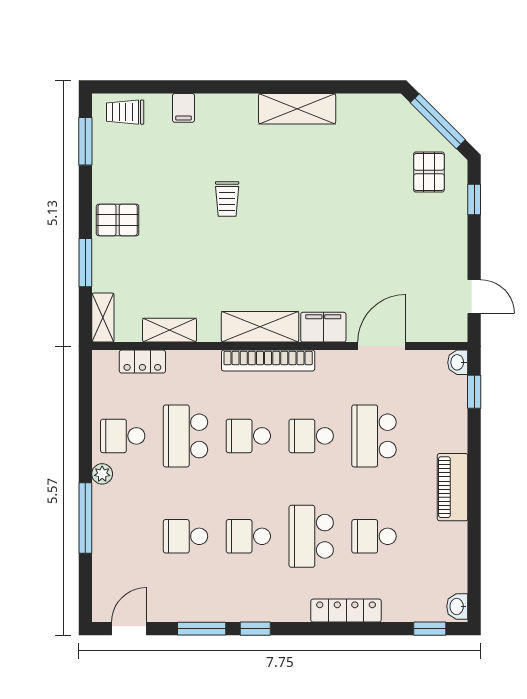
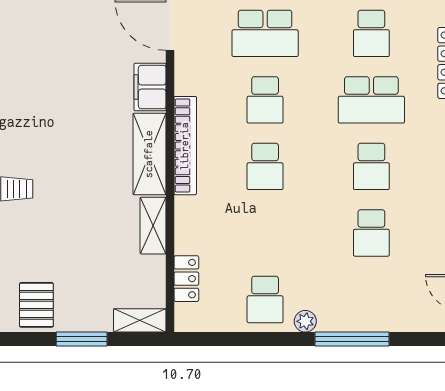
shelving: (170, 330) -> (153, 226), moved
school desk: (186, 436) -> (265, 233), removed

